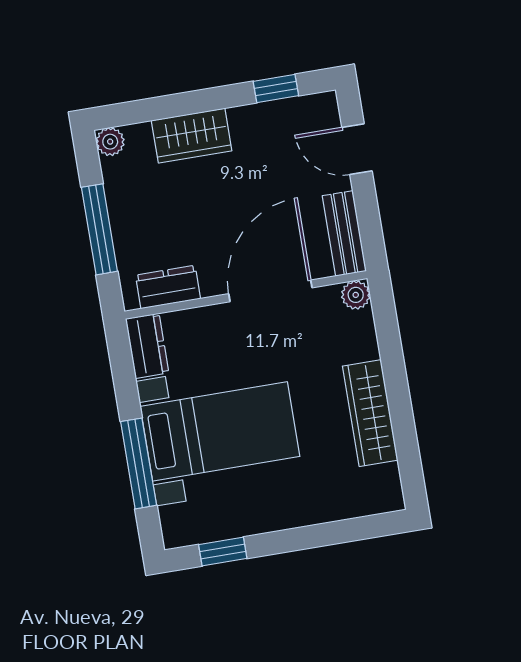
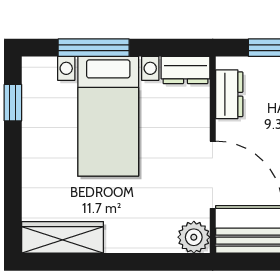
plant: (356, 295) -> (194, 237), width x1.38, depth x1.38
wardrobe: (370, 413) -> (62, 237), moved

